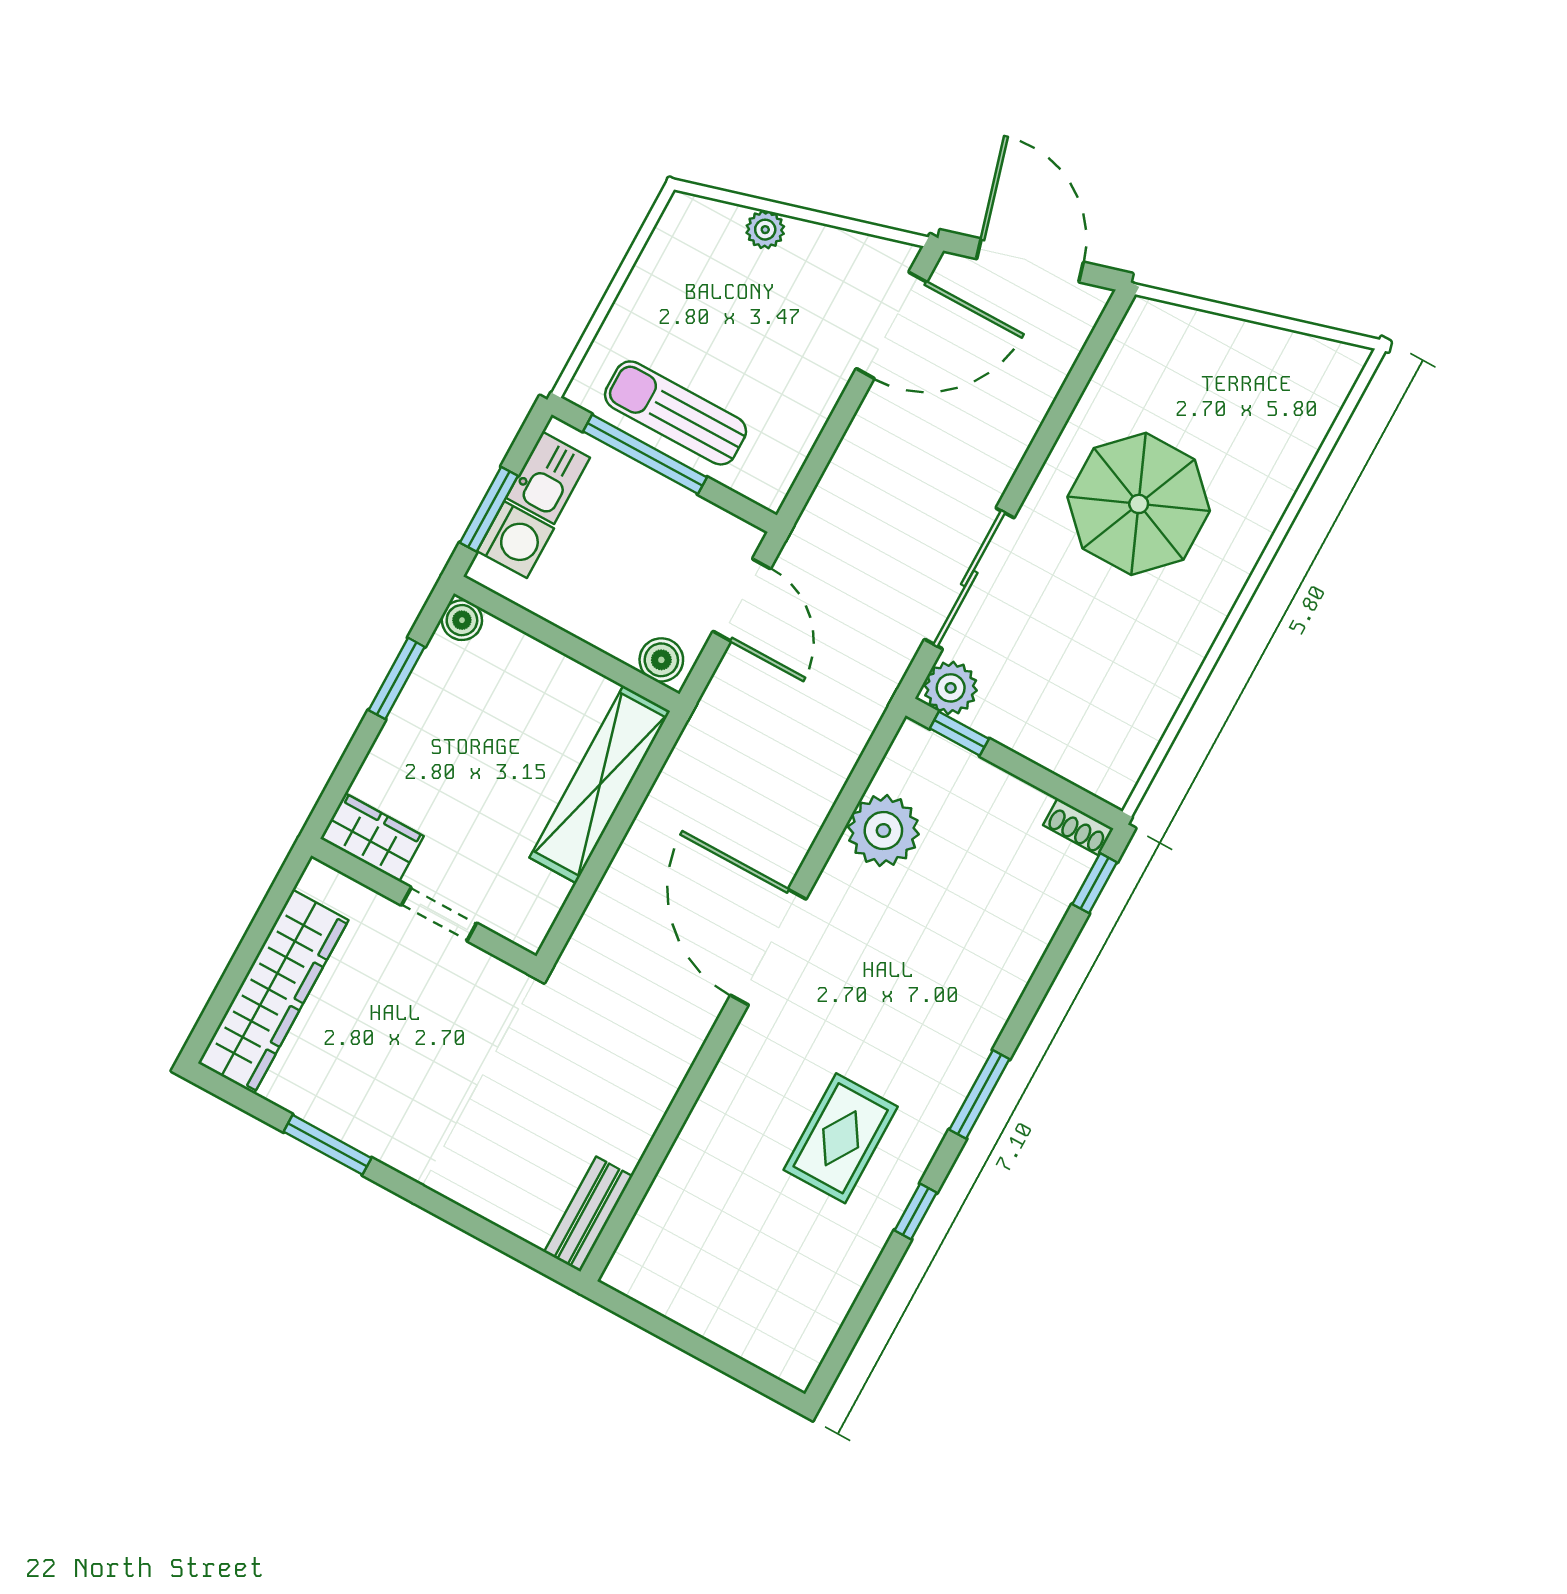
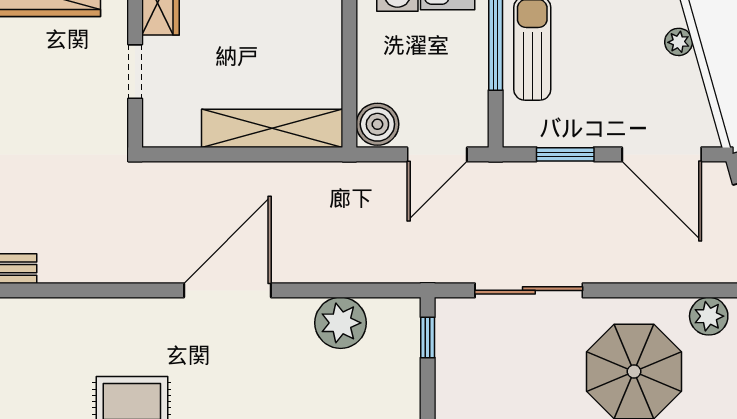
window: (827, 443) -> (565, 154), added
boiler: (661, 660) -> (377, 124), width x1.36, depth x1.36
plant: (951, 688) -> (709, 316), moved

